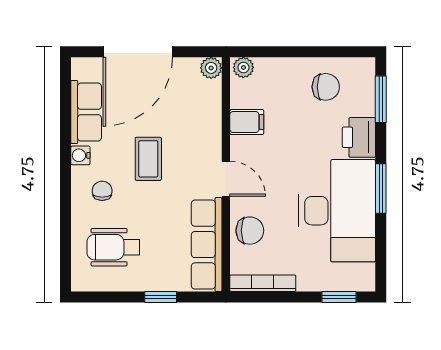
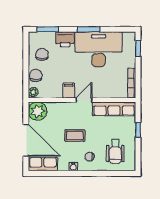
plant: (211, 68) -> (38, 111), width x1.88, depth x1.88
row of seats: (86, 112) -> (43, 164), moved
filing cabinet: (247, 122) -> (69, 91), moved
chair: (250, 231) -> (36, 75), moved

